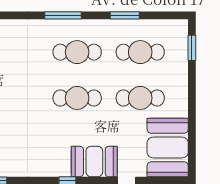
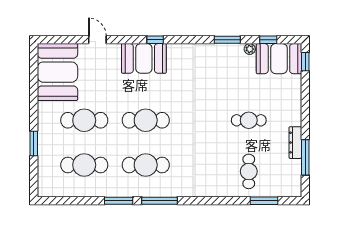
window: (125, 15) -> (119, 201), moved
window: (192, 48) -> (34, 143), moved
booth: (94, 162) -> (144, 58), moved

